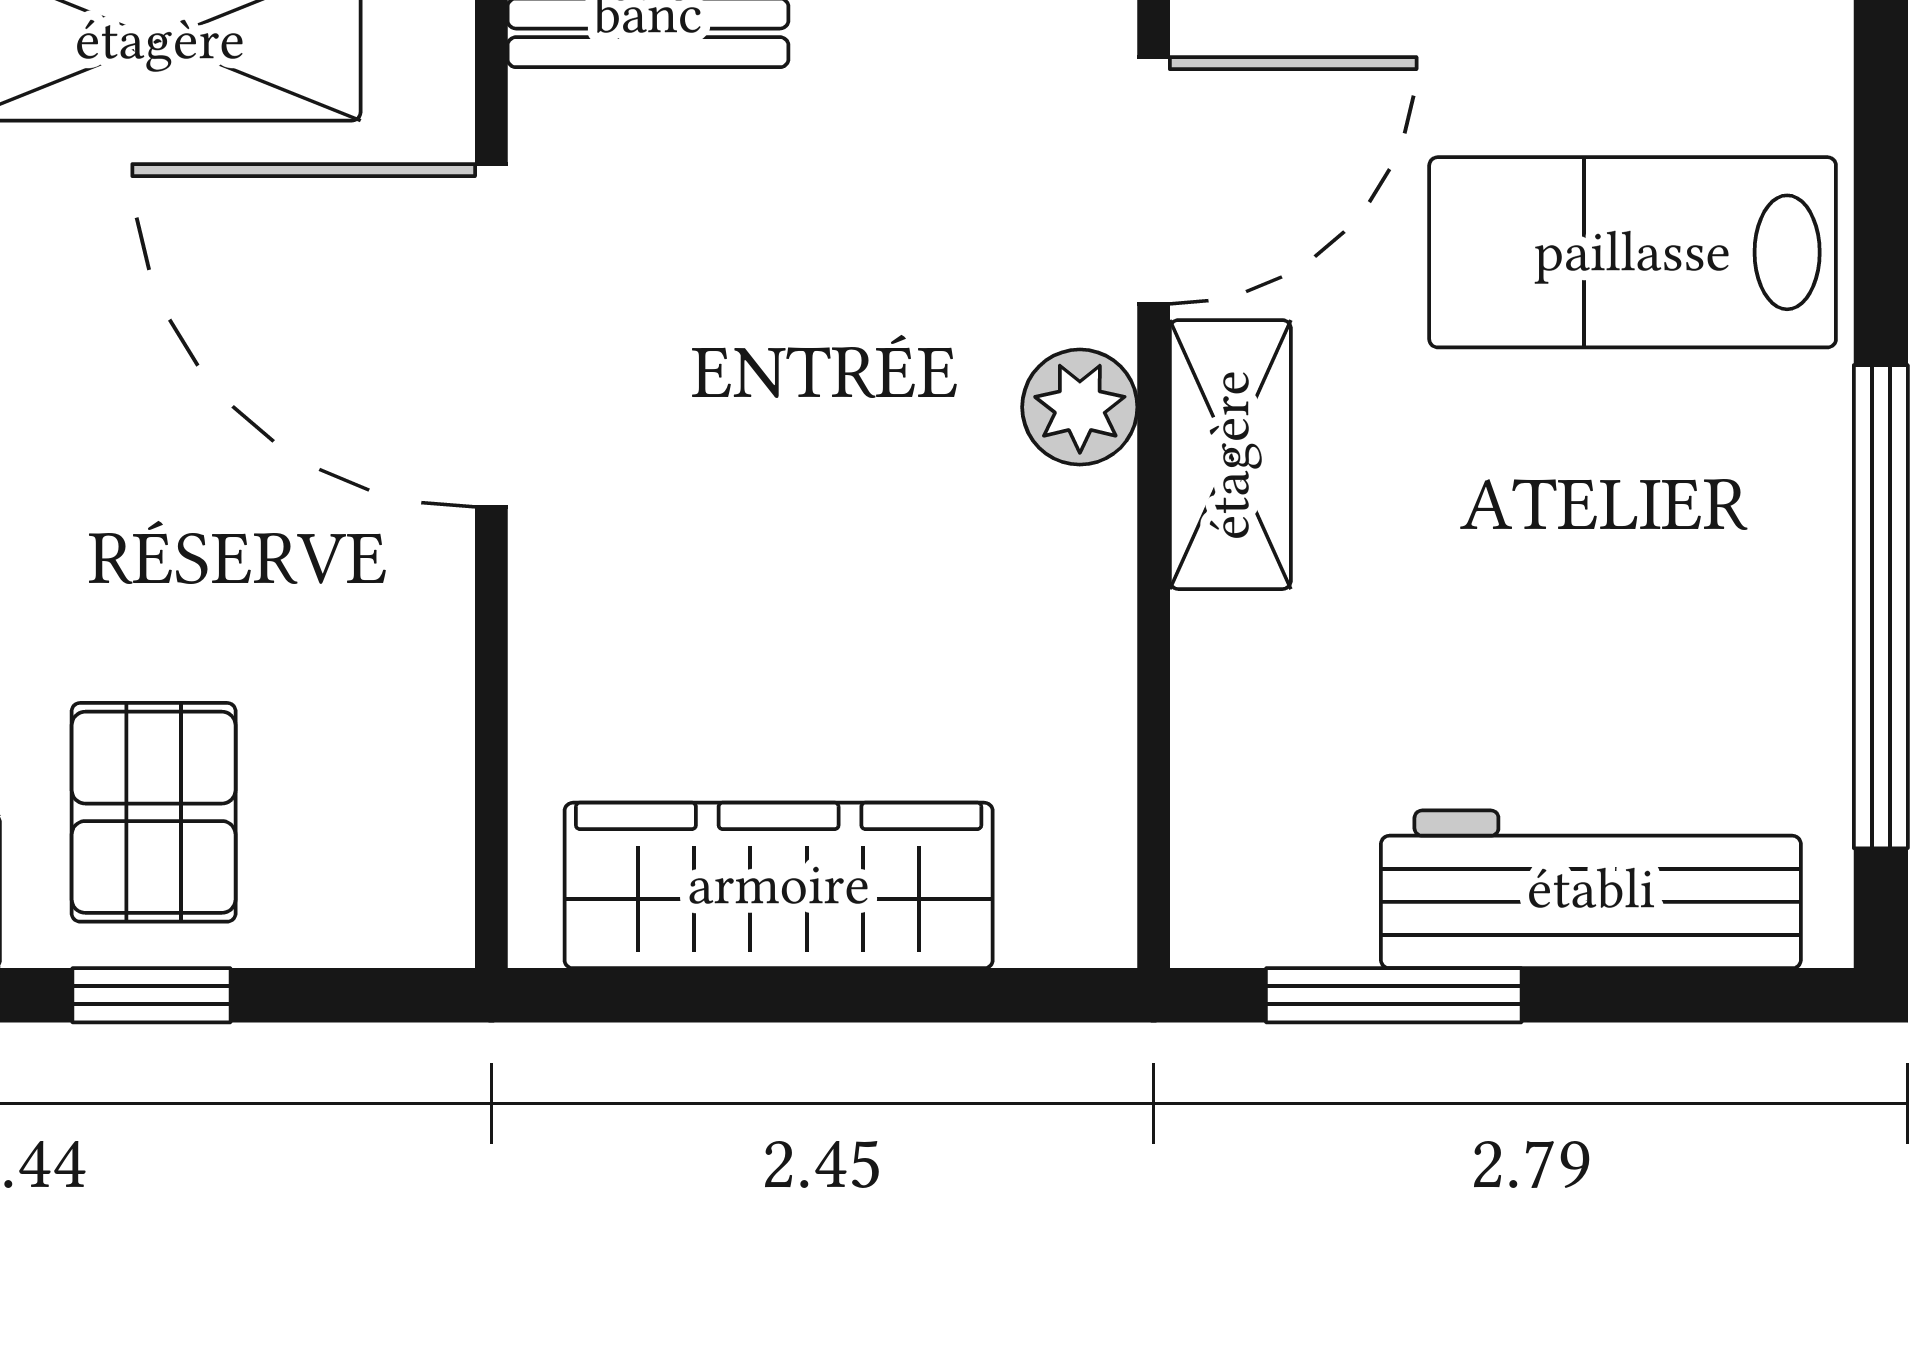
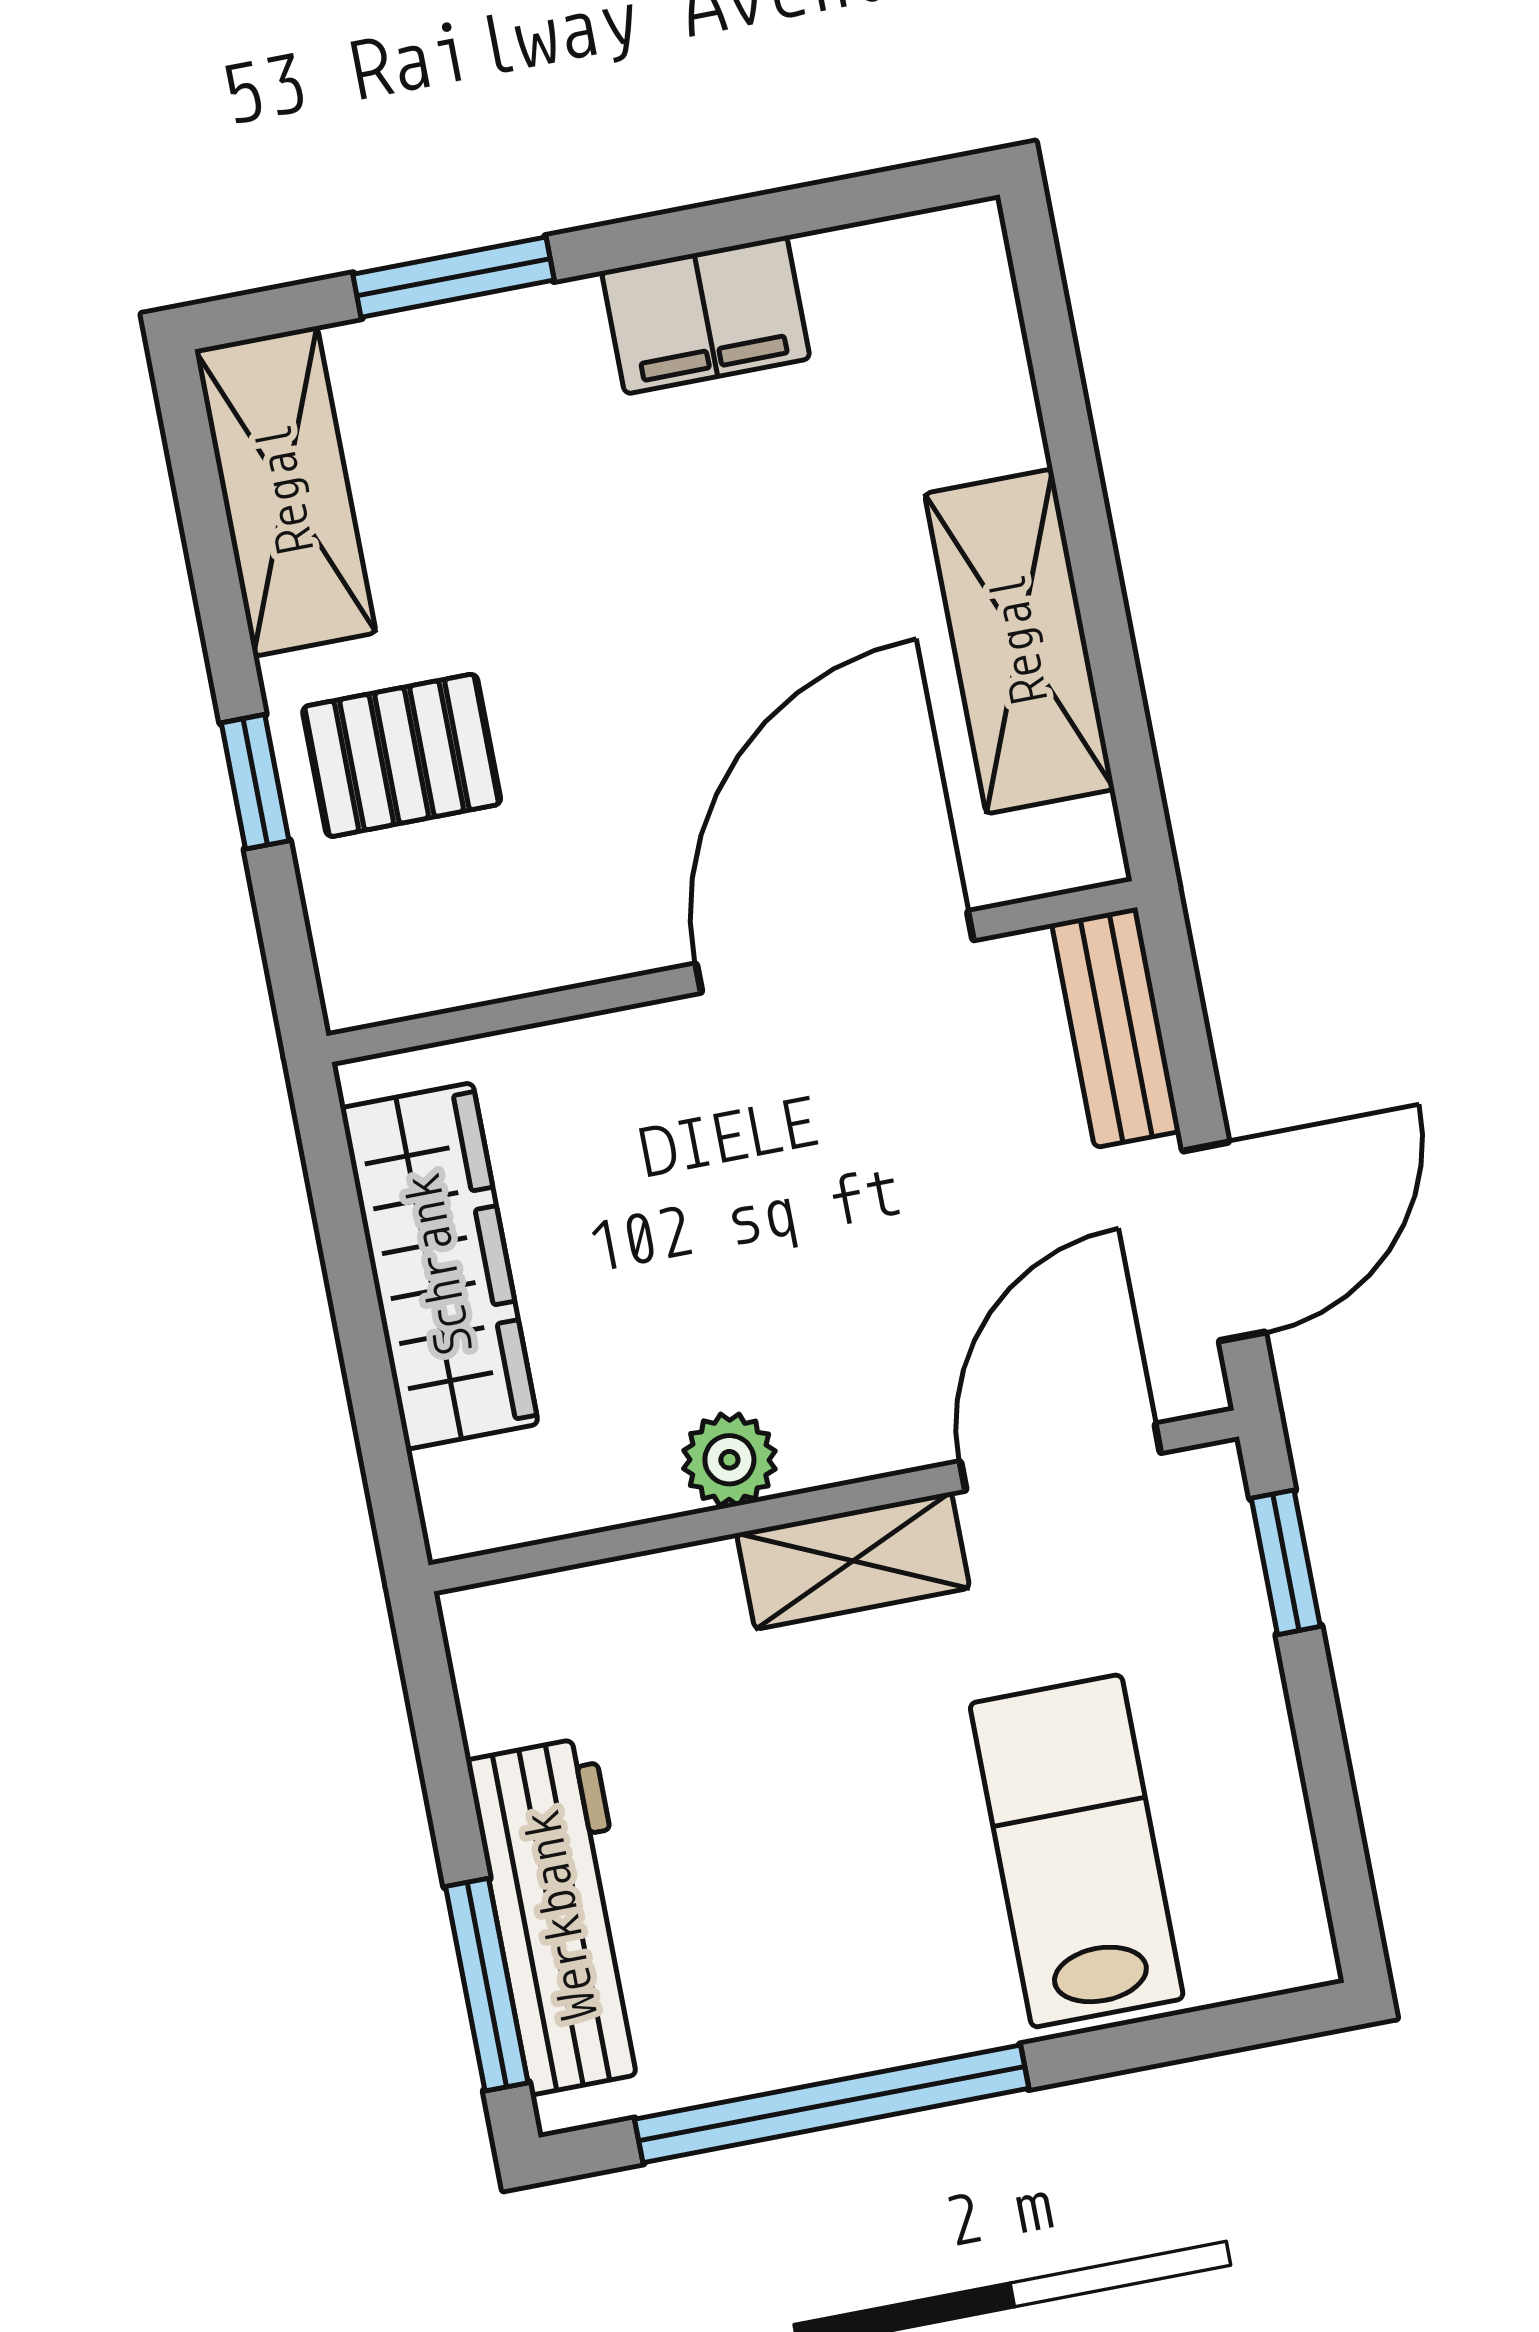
door: (1154, 180) -> (1060, 1457), swing flipped
plant: (1080, 407) -> (729, 1460), moved
window: (1394, 995) -> (487, 1985), moved

